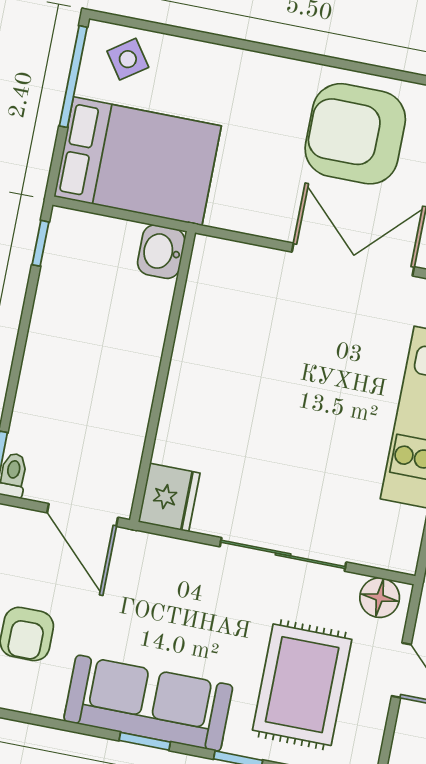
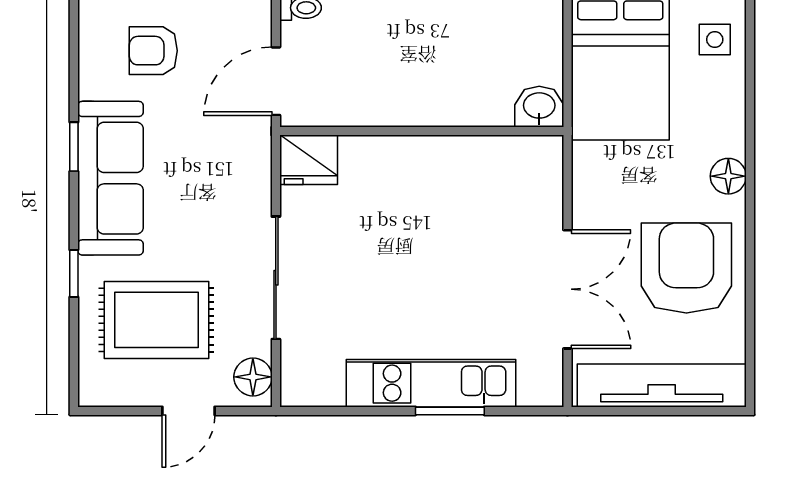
side table: (128, 59) -> (715, 40), turned 35
floor lamp: (270, 73) -> (728, 176), added
window: (145, 741) -> (74, 147), moved

